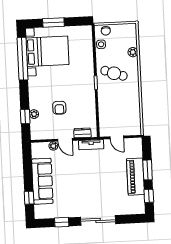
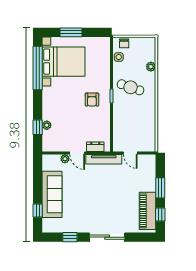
armchair: (59, 108) -> (92, 100), moved
tv unit: (91, 145) -> (104, 159), width x1.41
piano: (135, 177) -> (147, 211), moved

